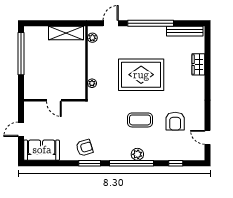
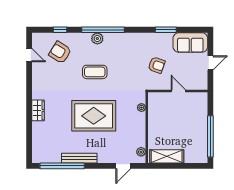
window: (151, 23) -> (62, 166), moved
bench: (185, 31) -> (79, 158), moved
wardrobe: (198, 64) -> (38, 110), moved
armchair: (175, 121) -> (60, 52), moved, turned -58
armchair: (84, 148) -> (157, 65), moved, turned -144
window: (90, 163) -> (166, 30), moved

